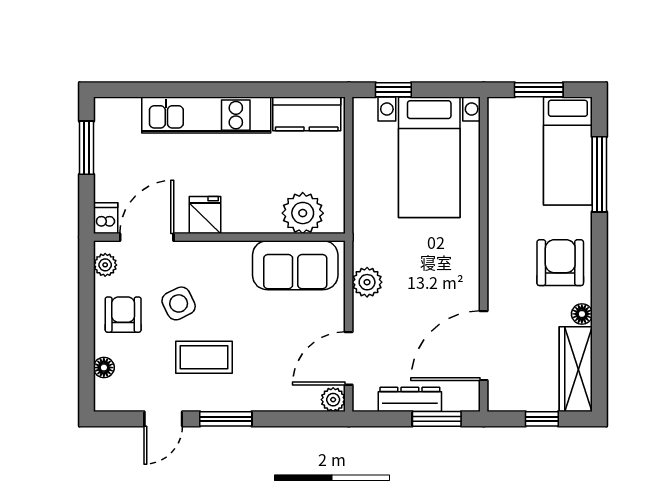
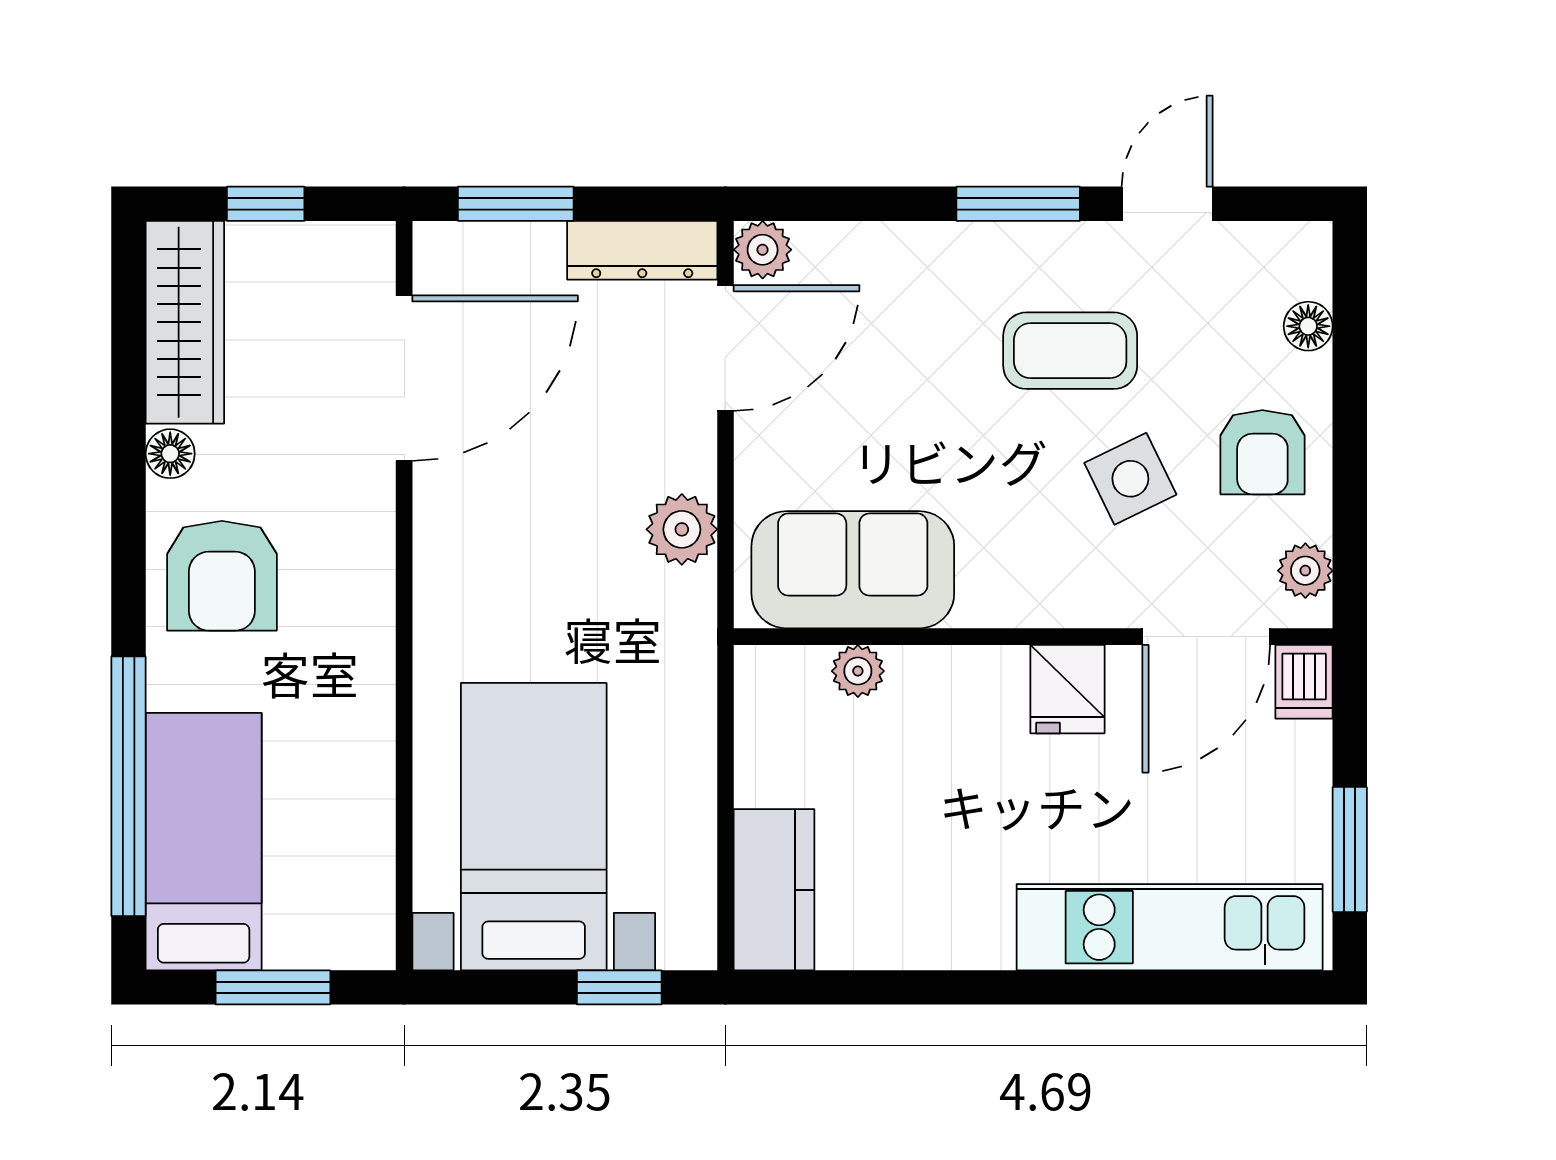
kitchen counter: (307, 114) -> (774, 890), moved, turned 90
kitchen unit: (206, 115) -> (1170, 927), moved
window: (599, 174) -> (129, 786), width x1.46
plant: (303, 213) -> (858, 671), width x0.53, depth x0.53
dresser: (410, 399) -> (642, 250), moved

